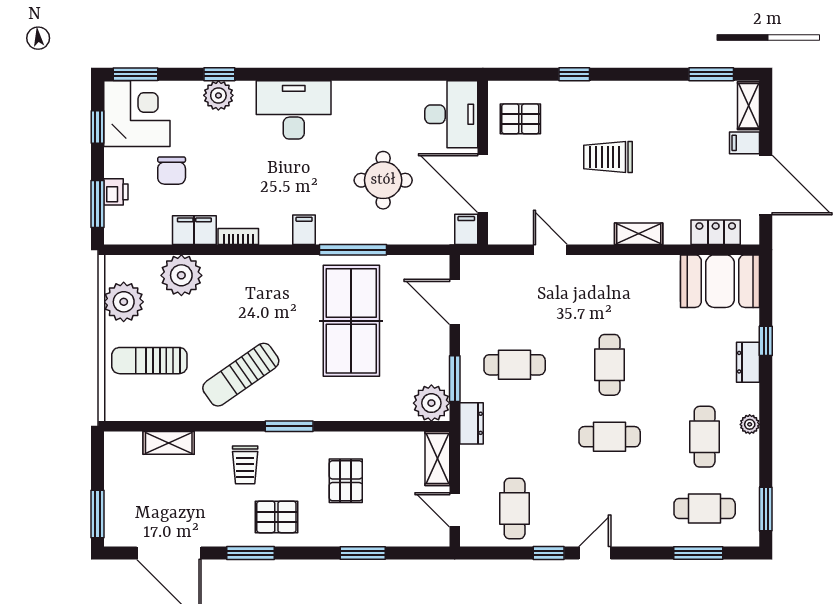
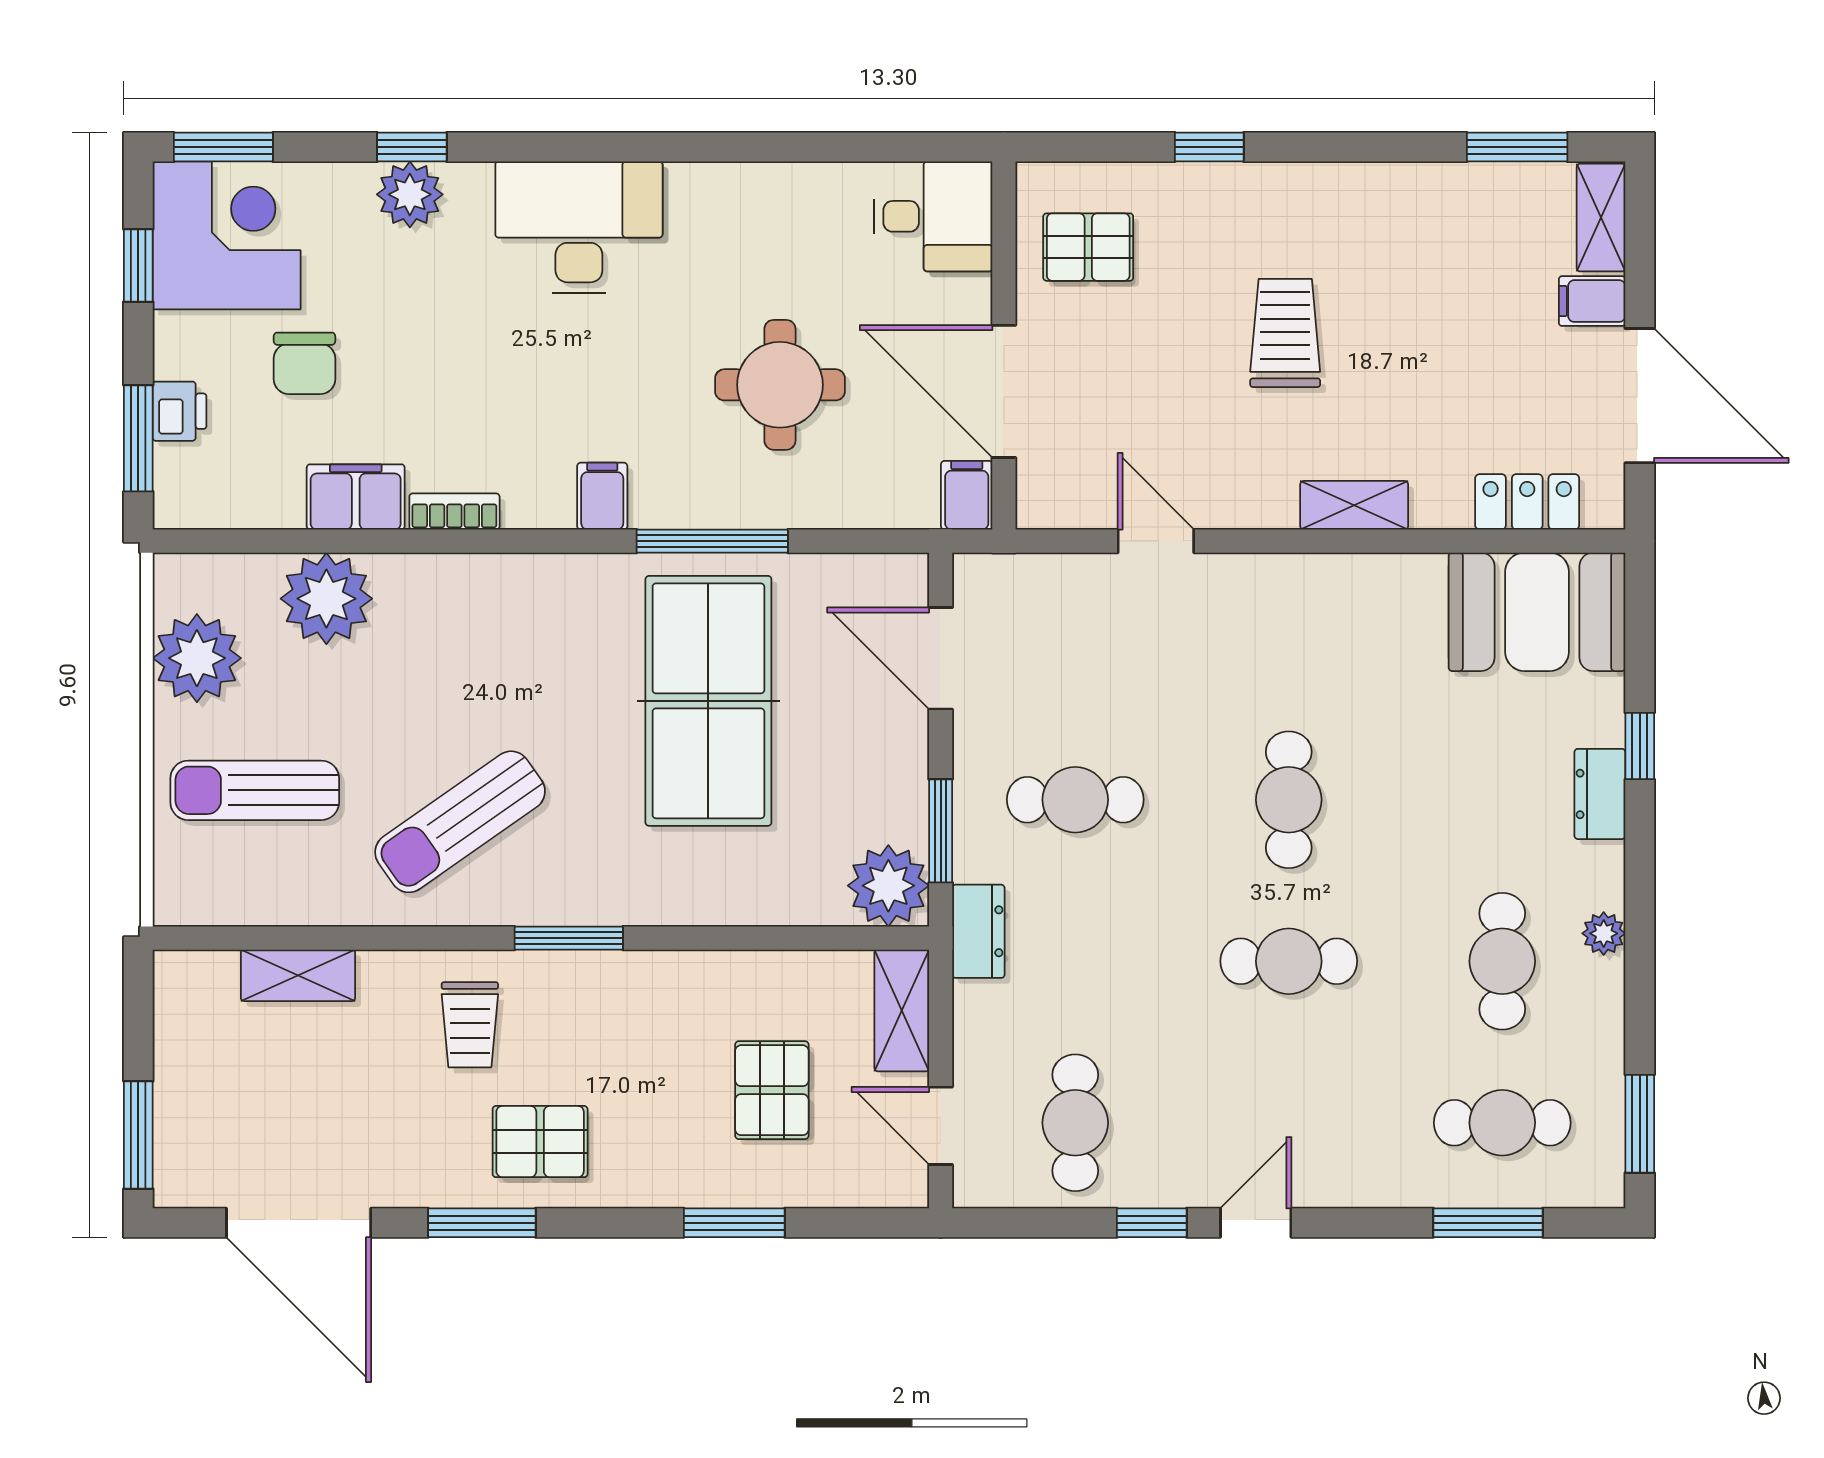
desk: (451, 114) -> (933, 216), width x0.73
trolley: (608, 157) -> (1285, 333), turned 90
pallet: (346, 481) -> (772, 1090), moved

